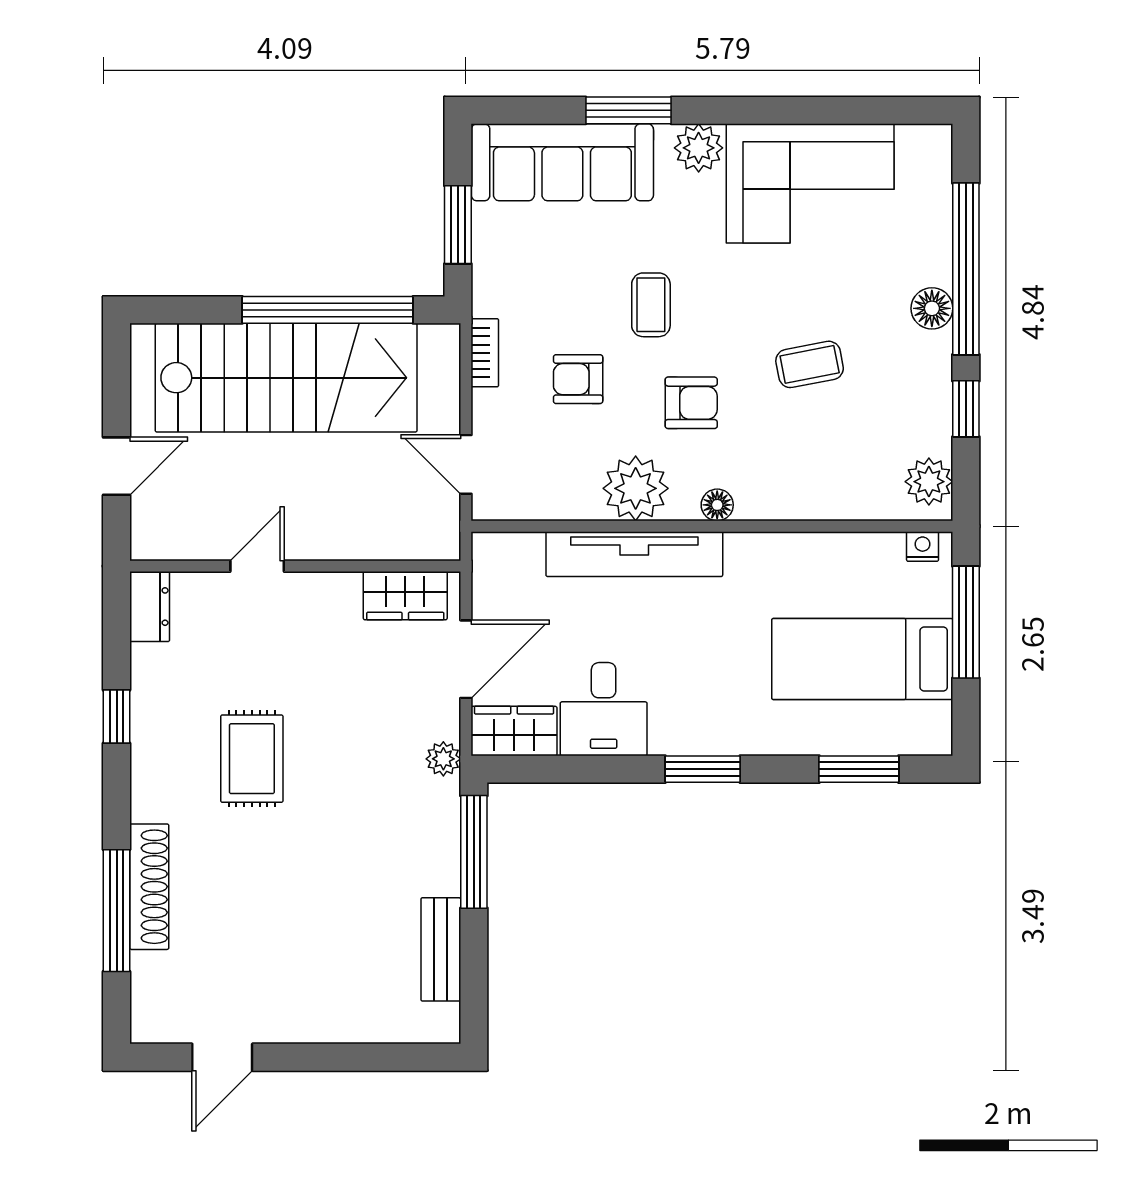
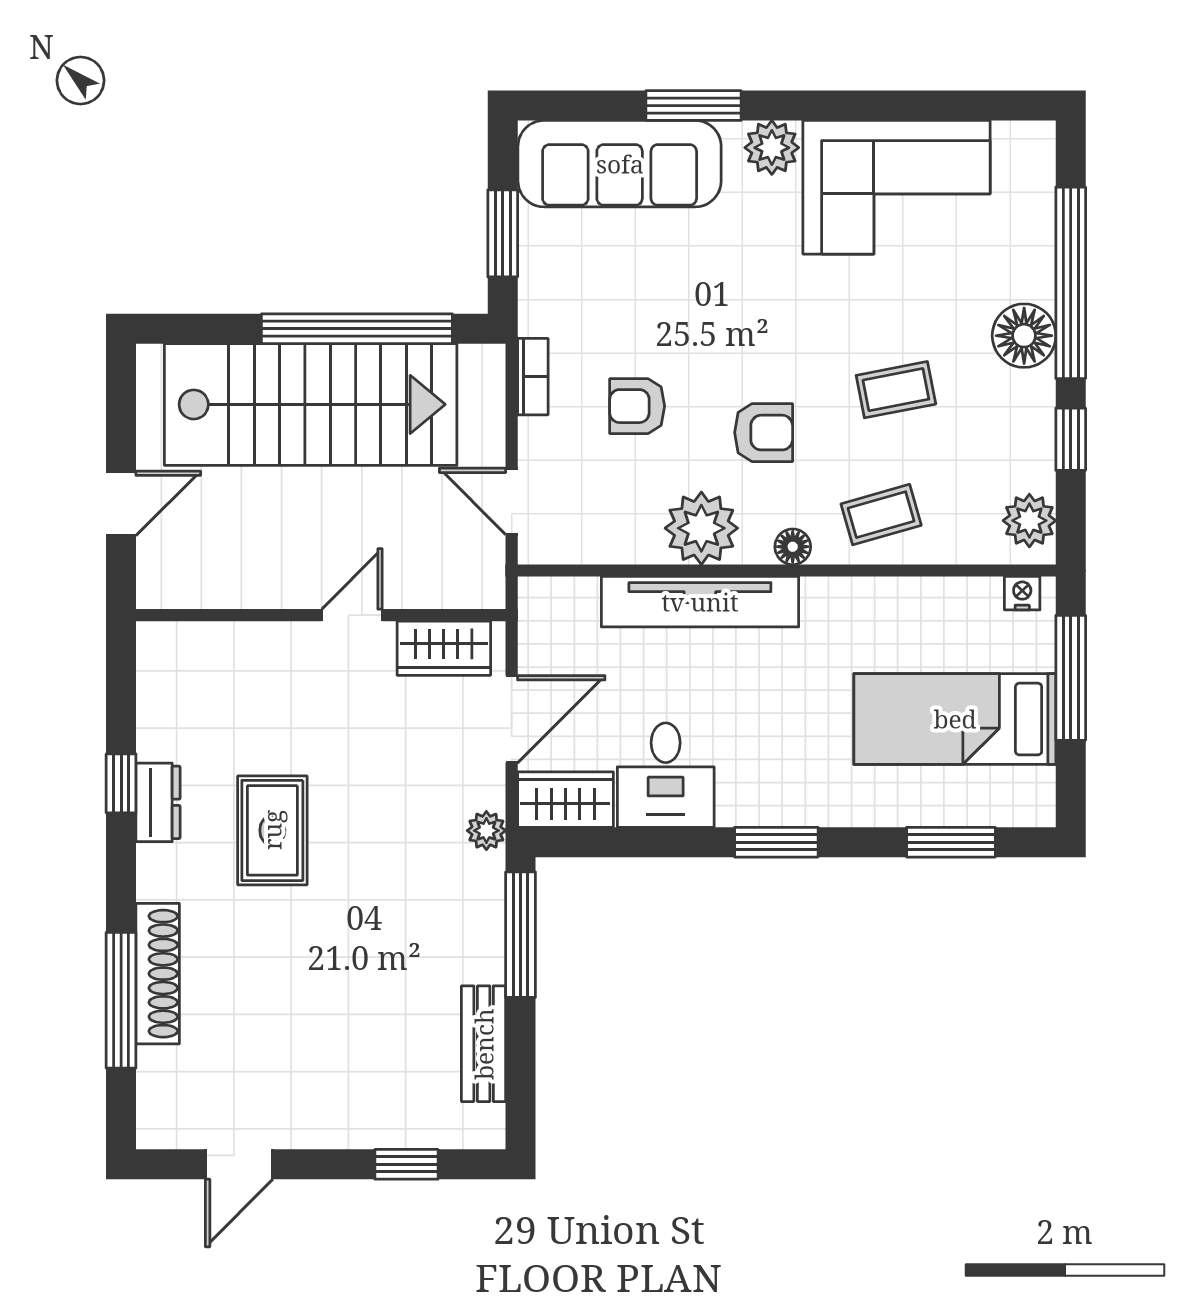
coffee table: (651, 305) -> (881, 515), moved, turned 74
floor lamp: (932, 308) -> (1024, 336), width x1.38, depth x1.38
door: (257, 566) -> (352, 615), moved
dresser: (150, 607) -> (158, 802), moved
window: (372, 1057) -> (406, 1164), added

